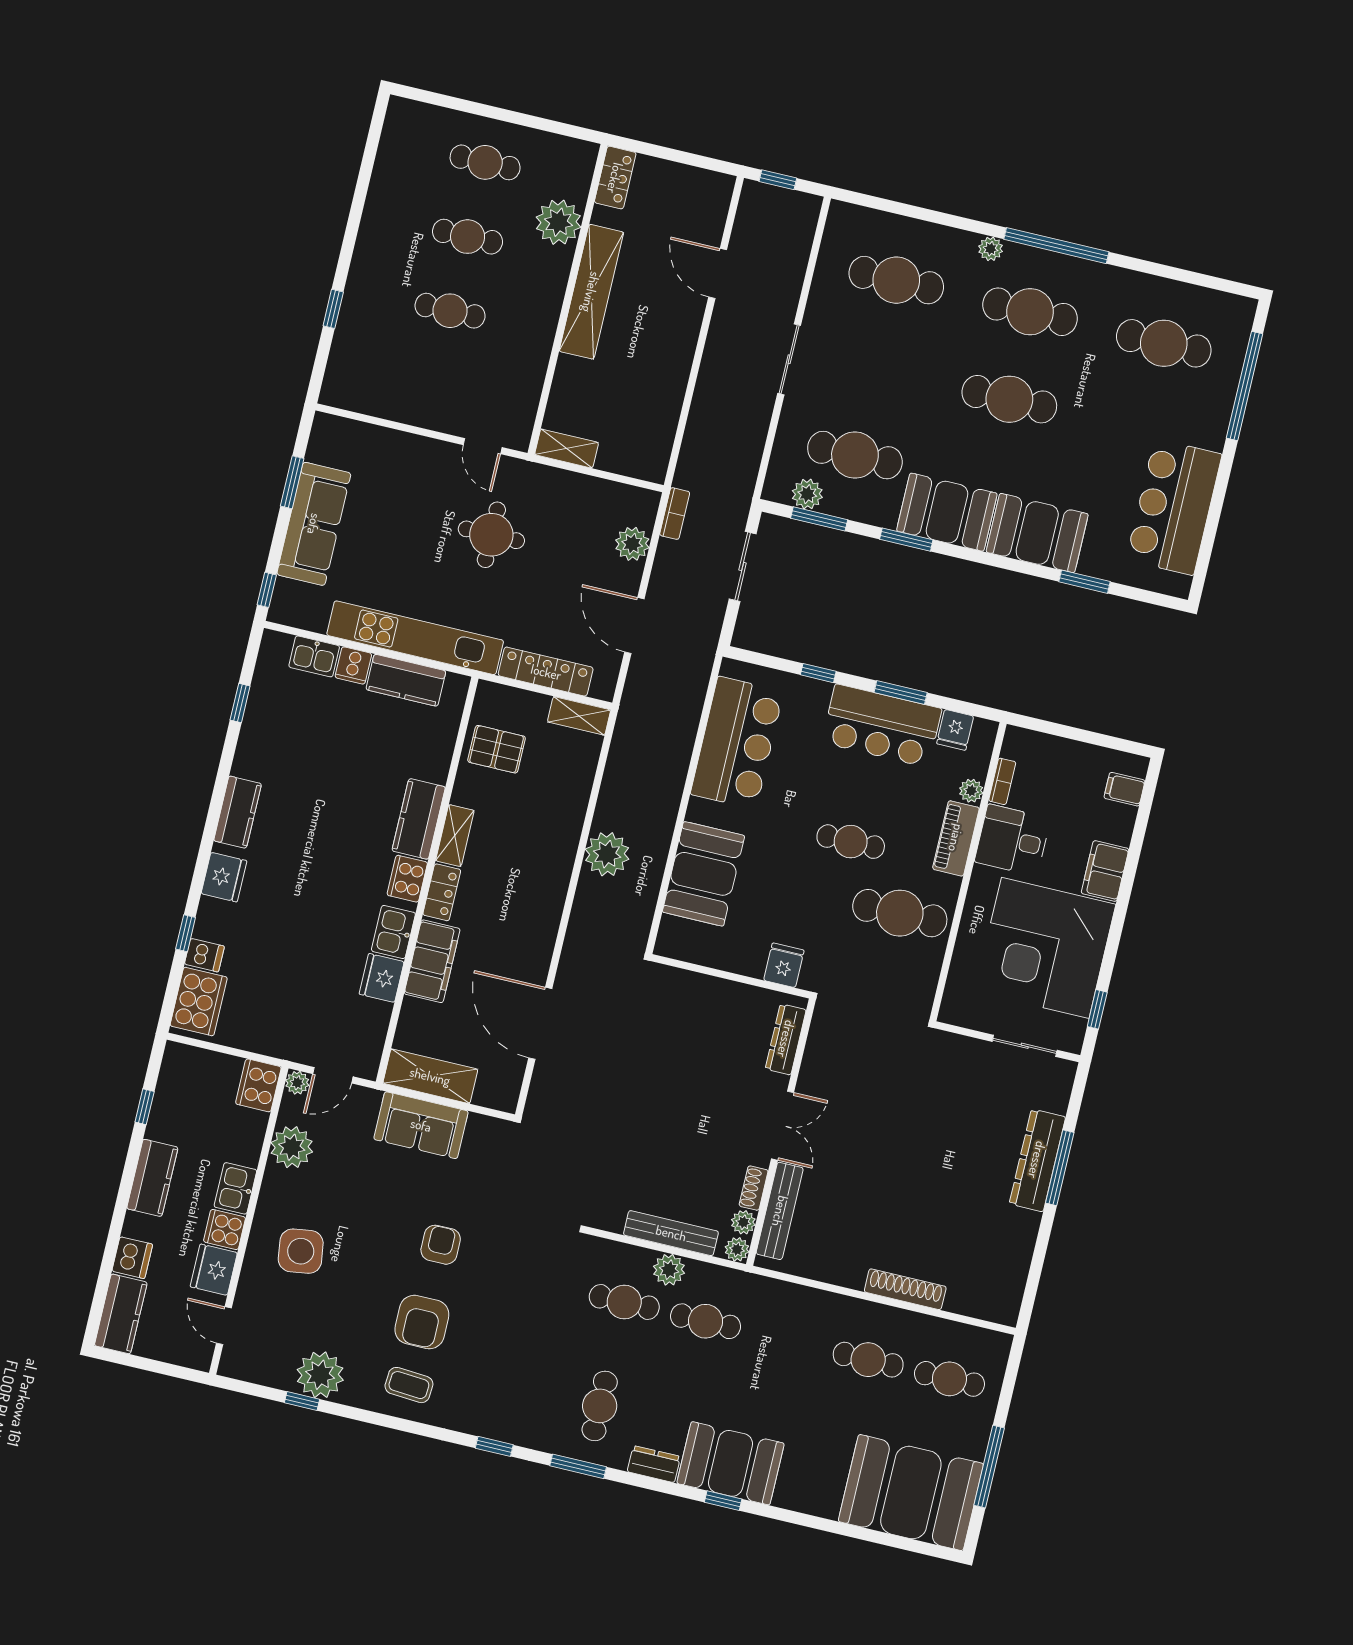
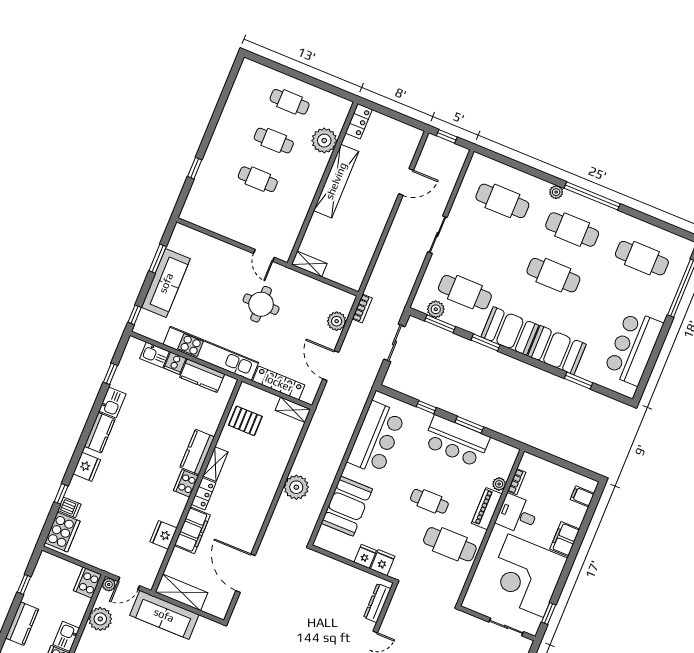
door: (718, 273) -> (406, 182), swing flipped
fridge: (955, 730) -> (365, 556), moved, turned 180
kitchen sink: (393, 932) -> (112, 402), moved, turned 180
sofa: (421, 1125) -> (164, 615), width x1.36

